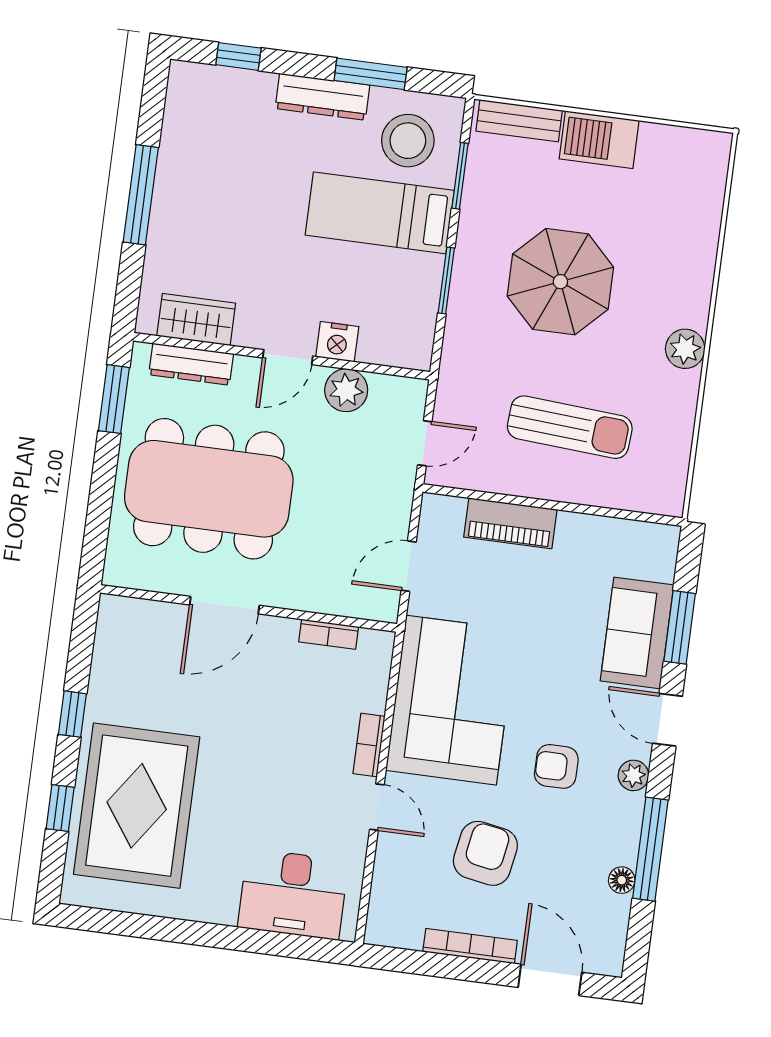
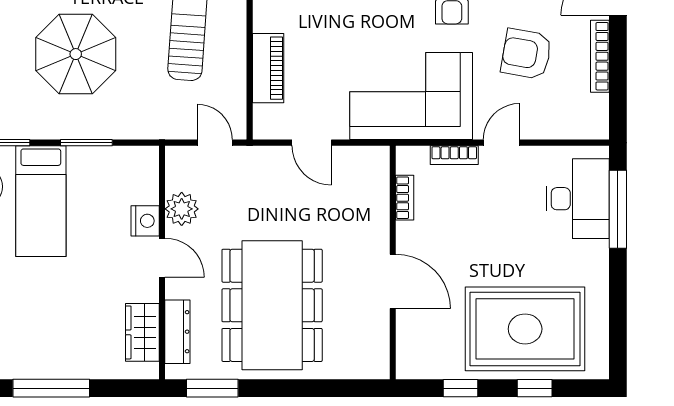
door: (224, 605) -> (393, 281), moved
wall: (248, 608) -> (393, 262), moved
bookcase: (329, 634) -> (405, 198), moved
window: (273, 943) -> (618, 209), added

